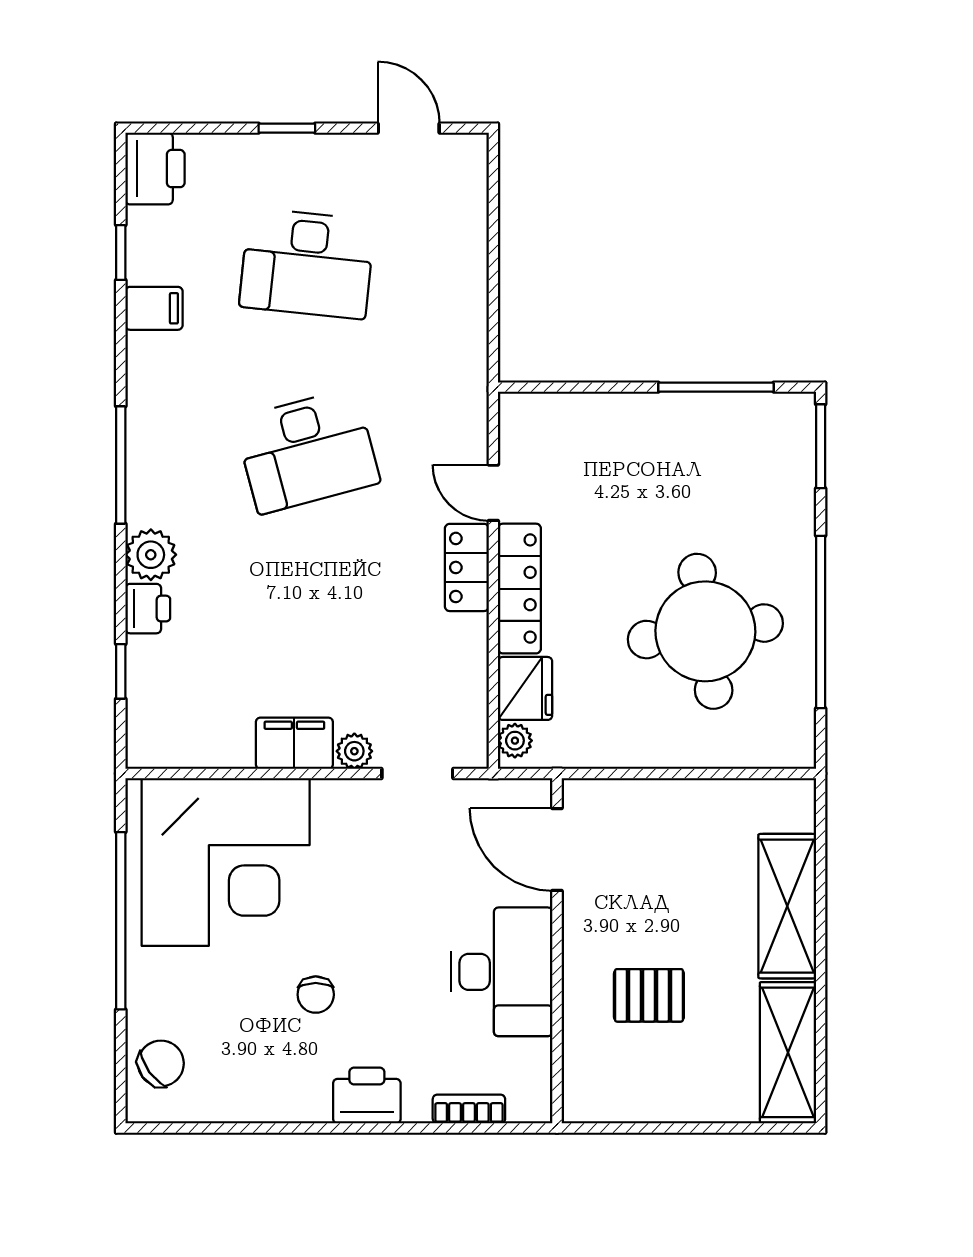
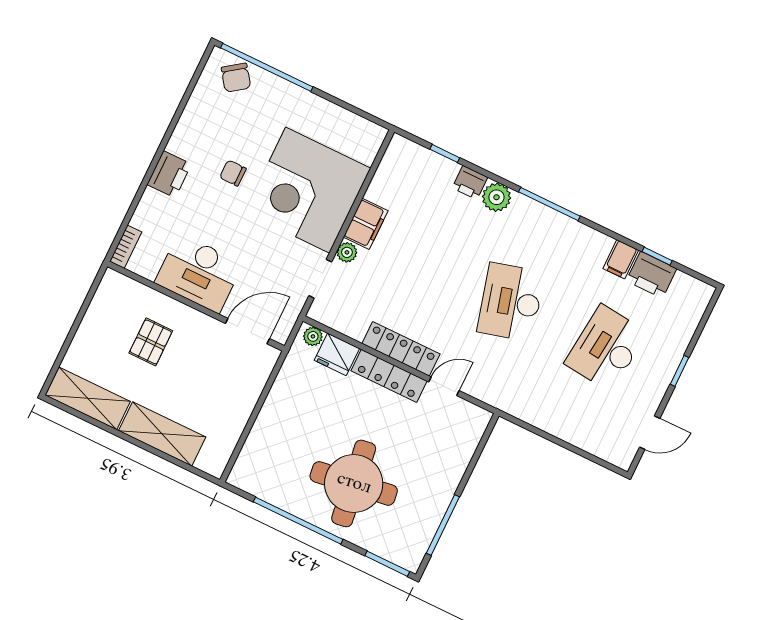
printer: (155, 169) -> (651, 275), moved
locker: (467, 567) -> (401, 349), width x1.53
round table: (705, 631) -> (354, 483), moved
corner desk: (226, 862) -> (308, 190), moved
window: (121, 921) -> (267, 67), moved
bookcase: (469, 1109) -> (126, 247), moved

